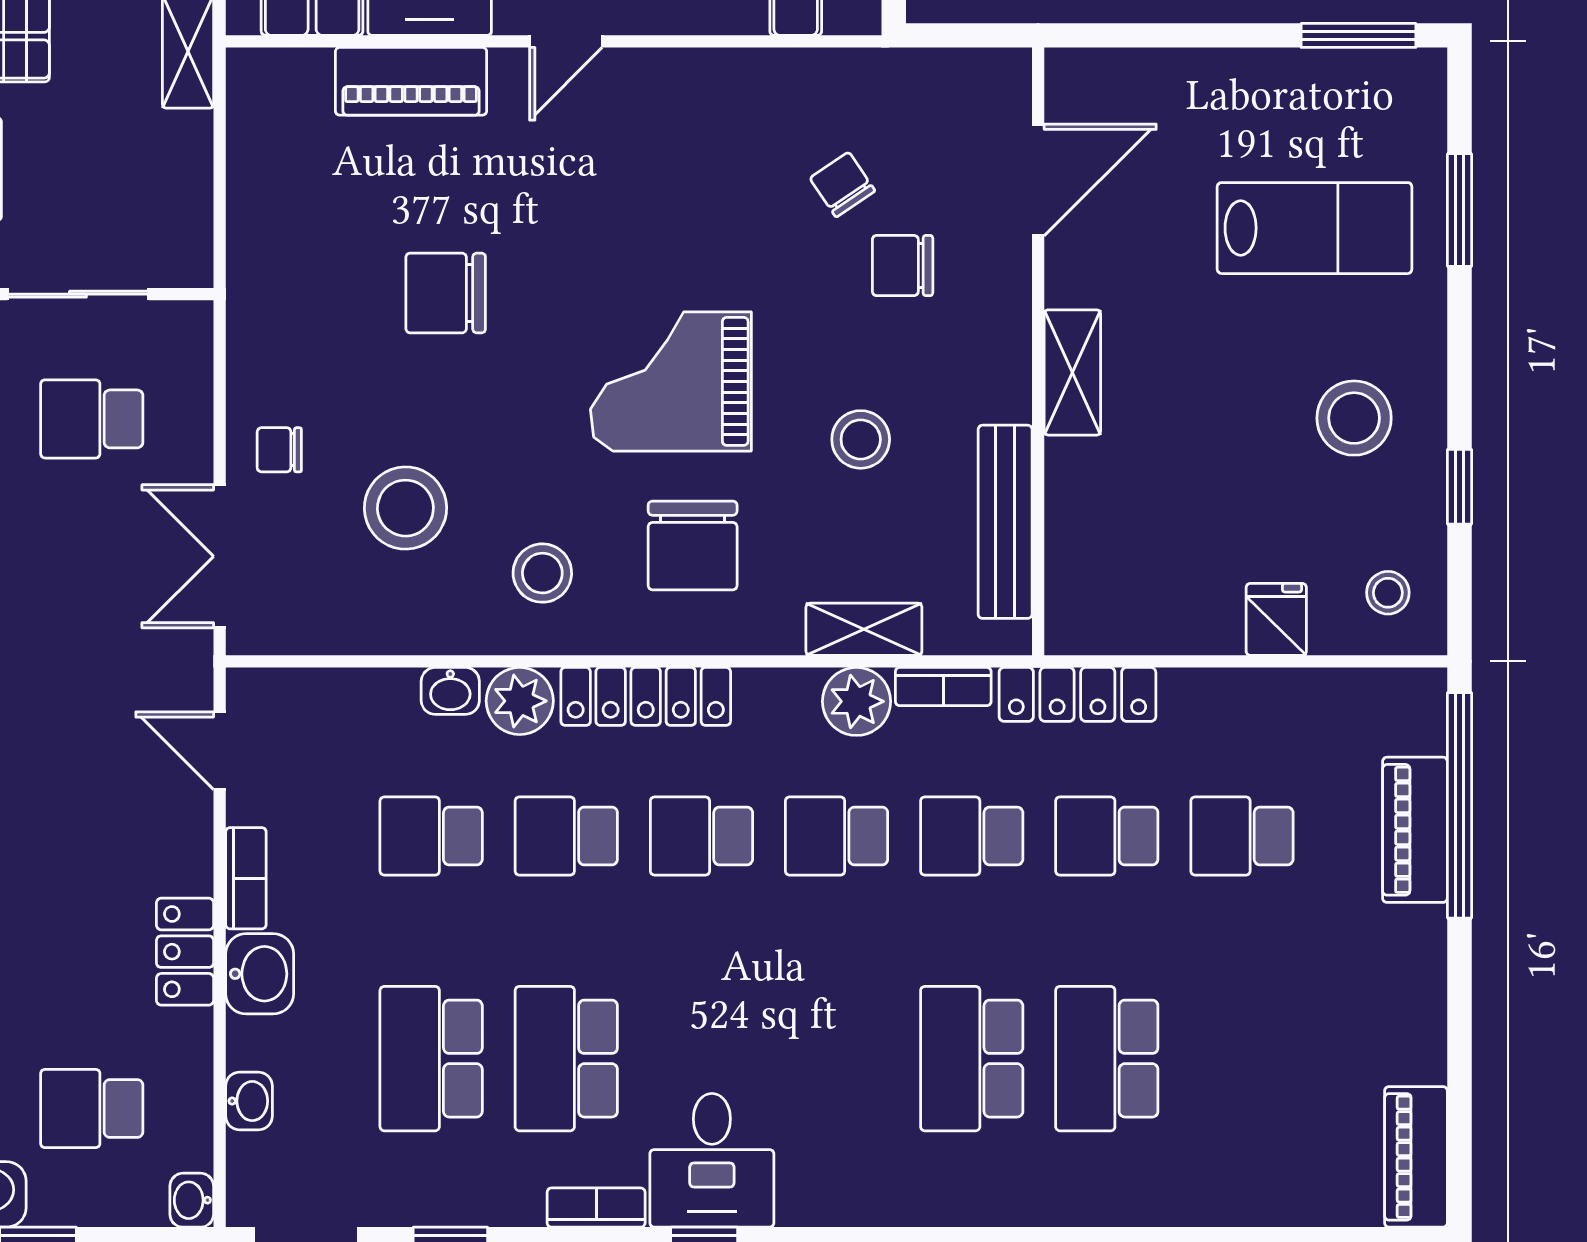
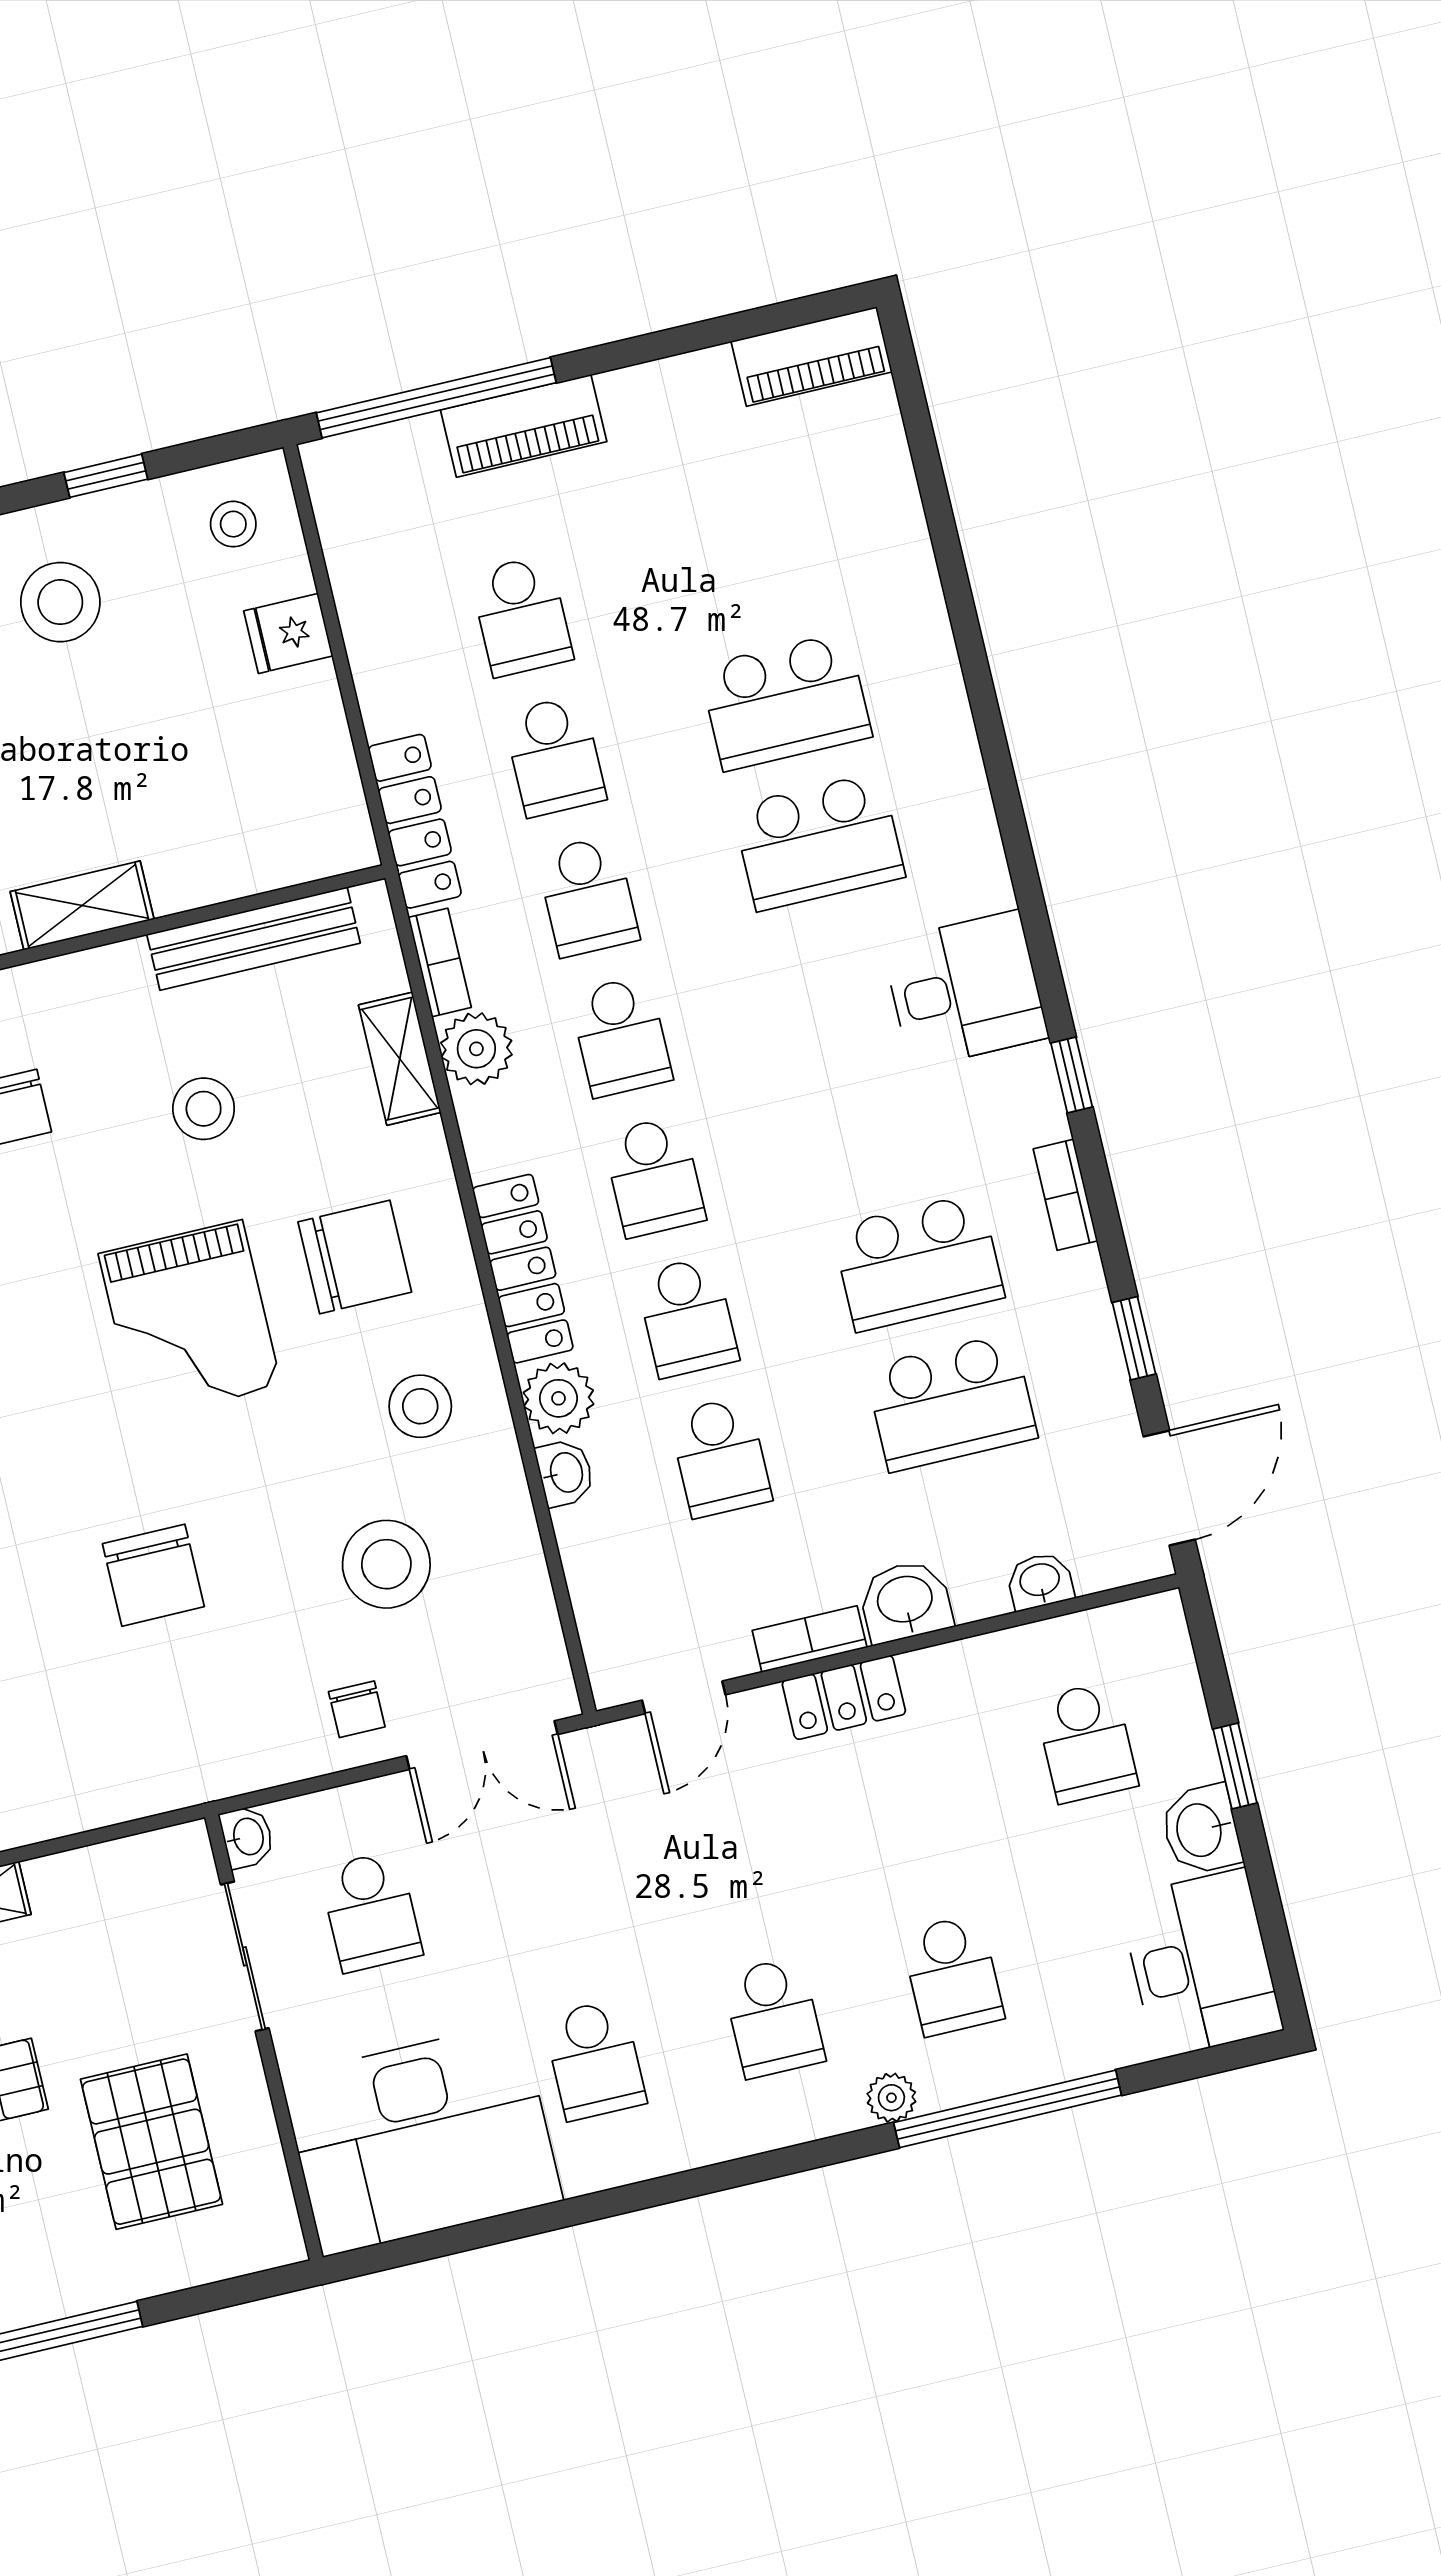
piano: (1415, 830) -> (524, 426), moved
locker: (185, 952) -> (844, 1697), moved
desk: (712, 1160) -> (965, 990), moved
washbasin: (192, 1200) -> (247, 1837), moved, turned -90

